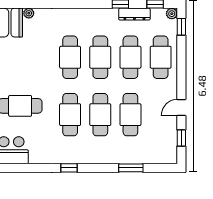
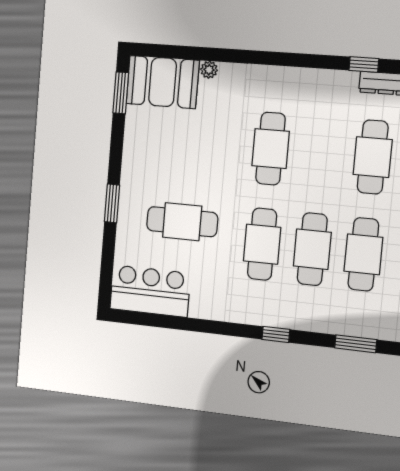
cafe table: (100, 57) -> (321, 153), removed
window: (69, 168) -> (276, 334), moved

